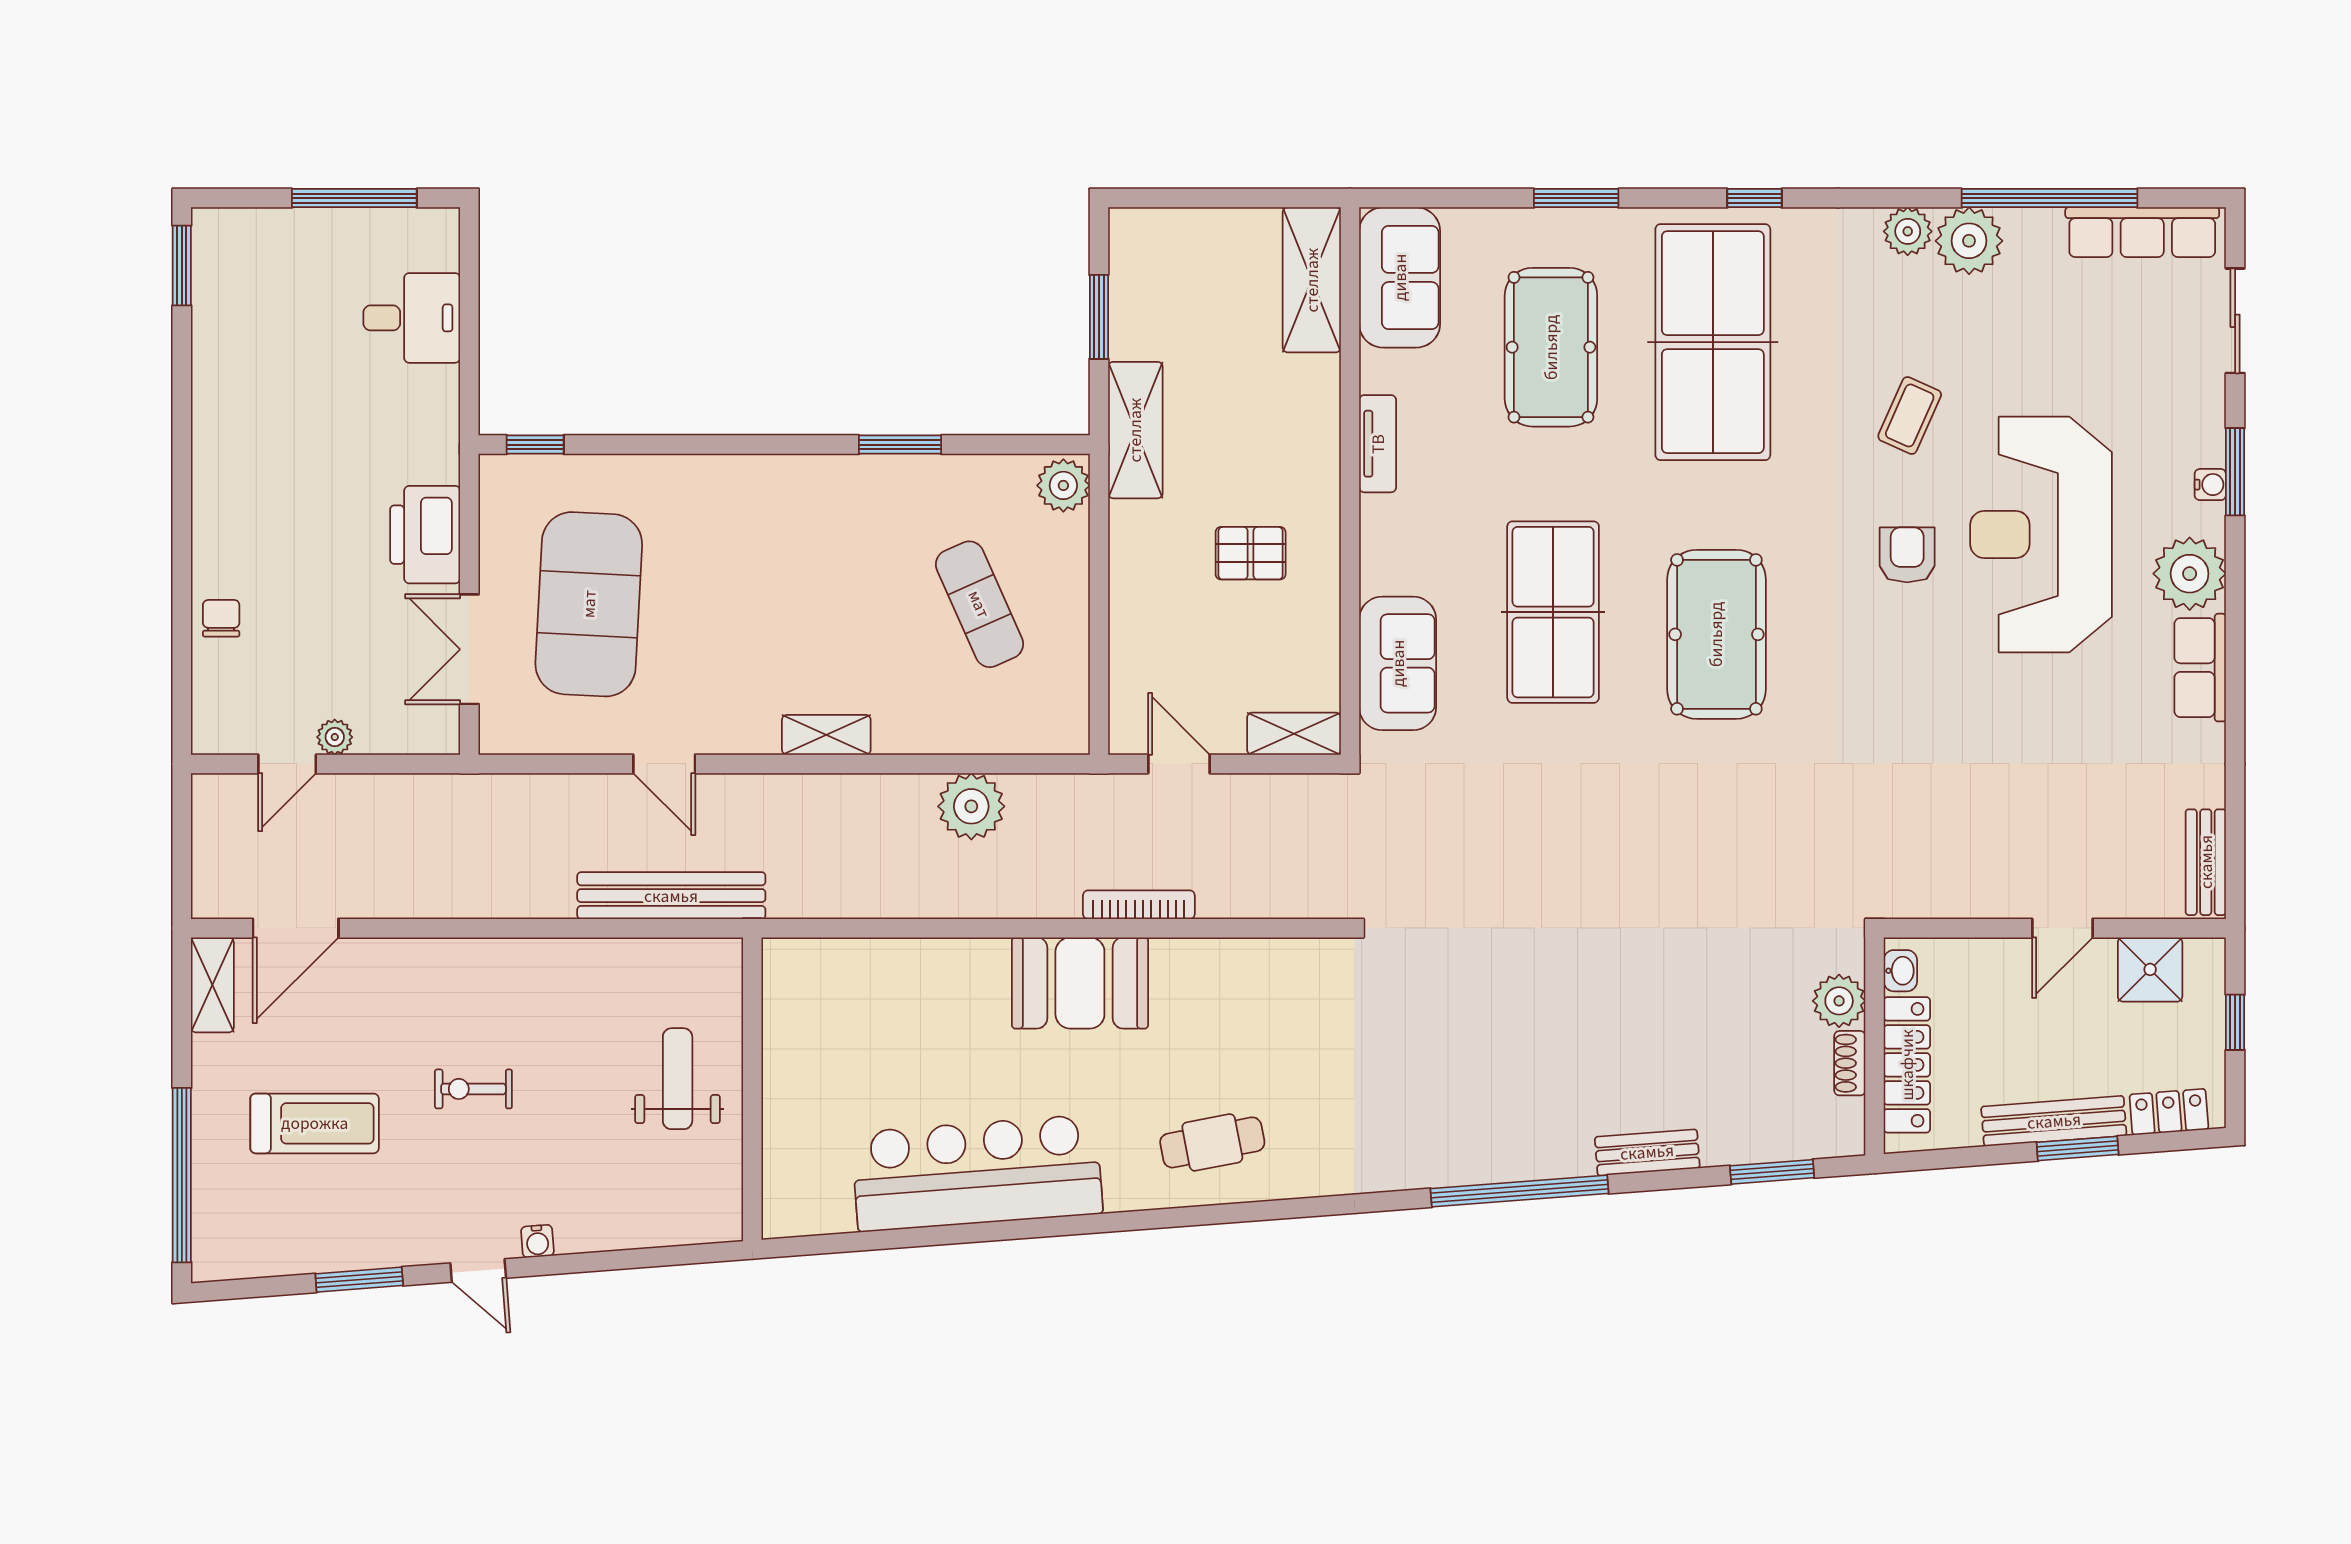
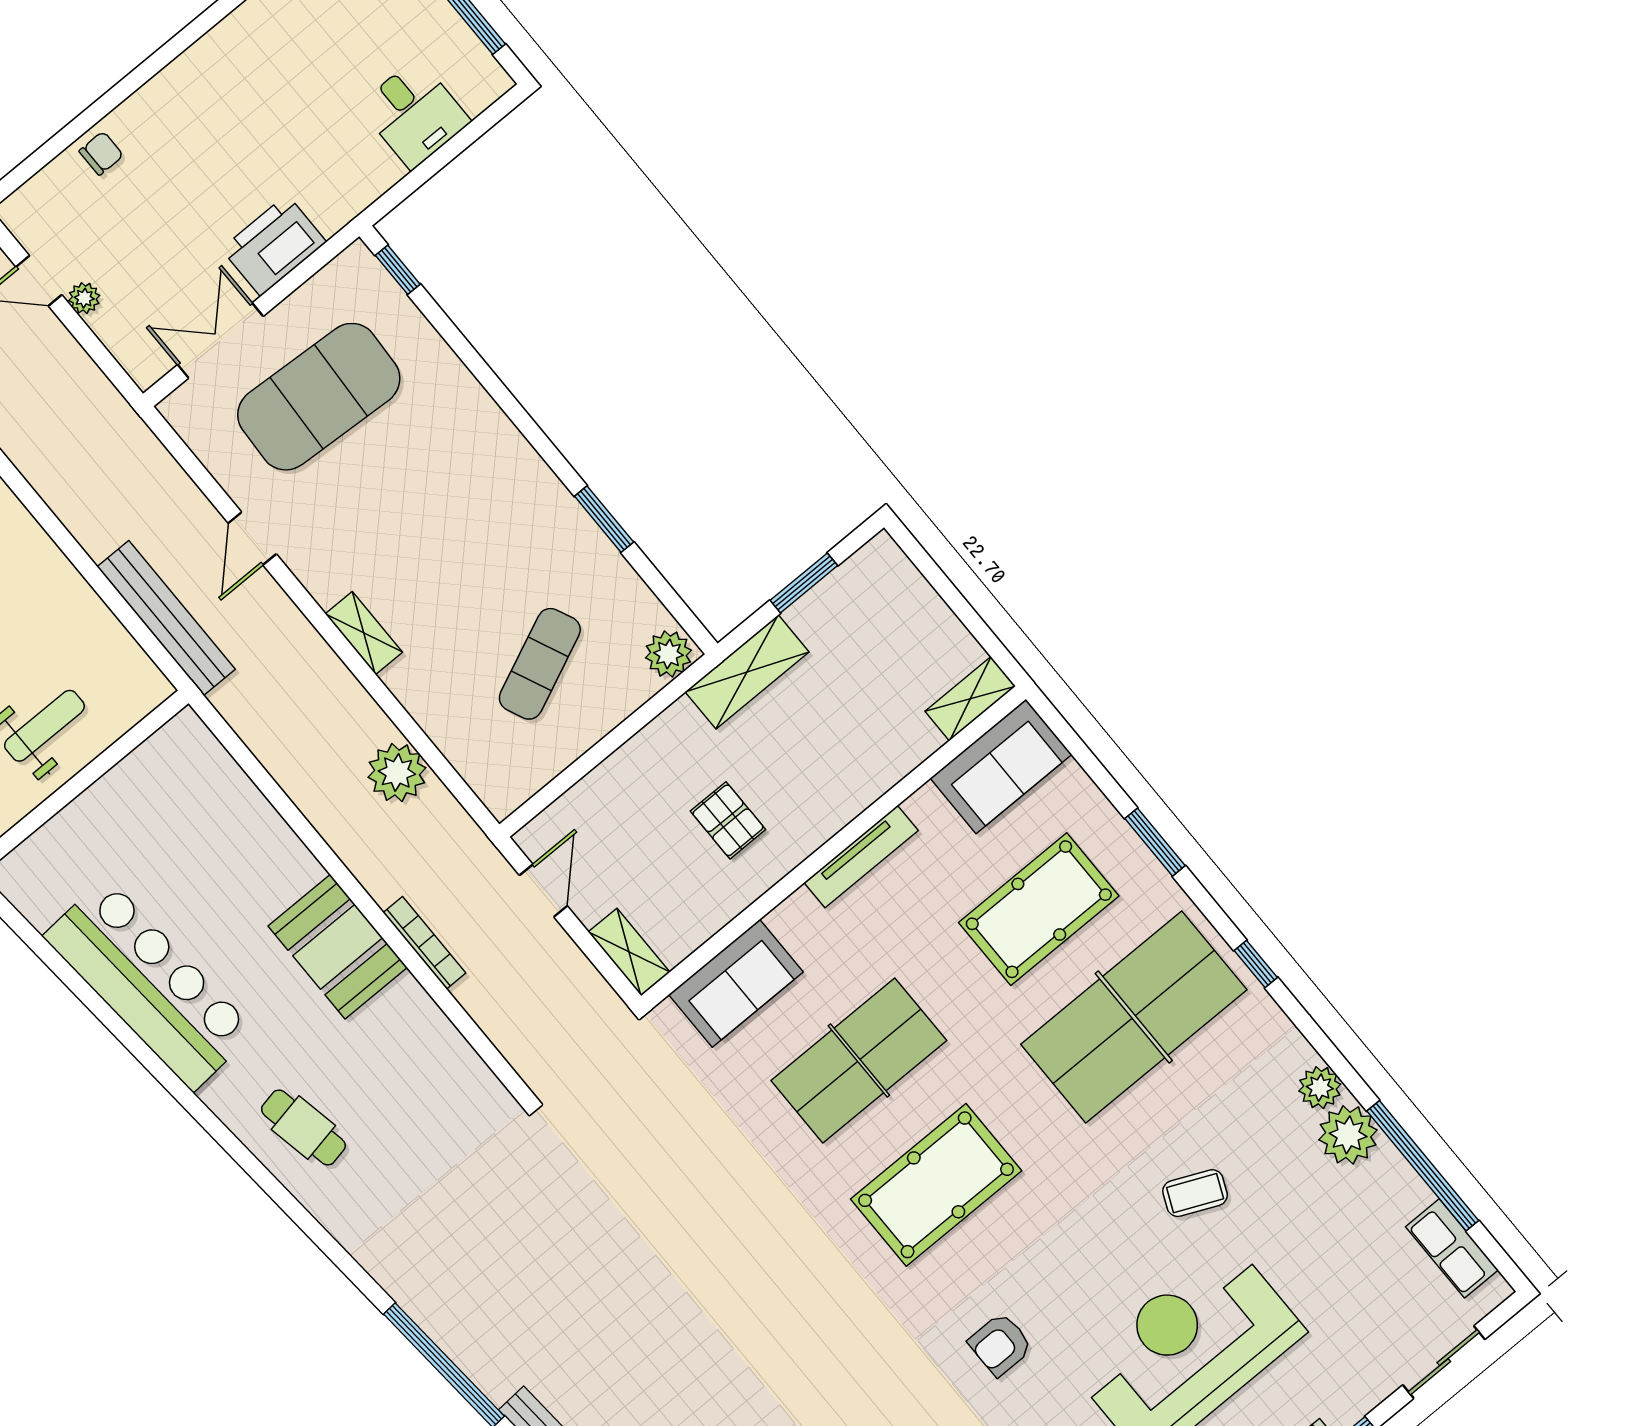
row of seats: (2142, 232) -> (1452, 1248), width x0.68
shelving: (1312, 280) -> (970, 699), width x0.67, depth x0.75
tv unit: (1378, 444) -> (861, 856), width x1.41
armchair: (1907, 555) -> (1000, 1345), moved, turned 180

